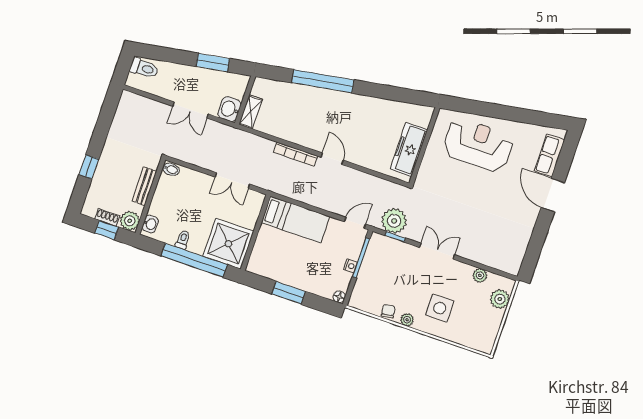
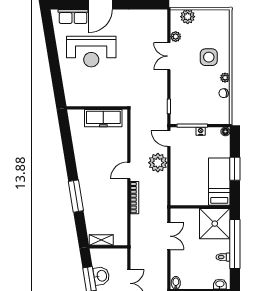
window: (323, 81) -> (76, 196), width x0.68
washbasin: (230, 109) -> (101, 276), moved, turned -99
shelving: (251, 112) -> (101, 240), moved
reception desk: (478, 145) -> (91, 52), moved, turned -90
bed: (296, 219) -> (219, 182), moved
plant: (394, 221) -> (158, 163), moved
double door: (437, 251) -> (169, 56), moved

